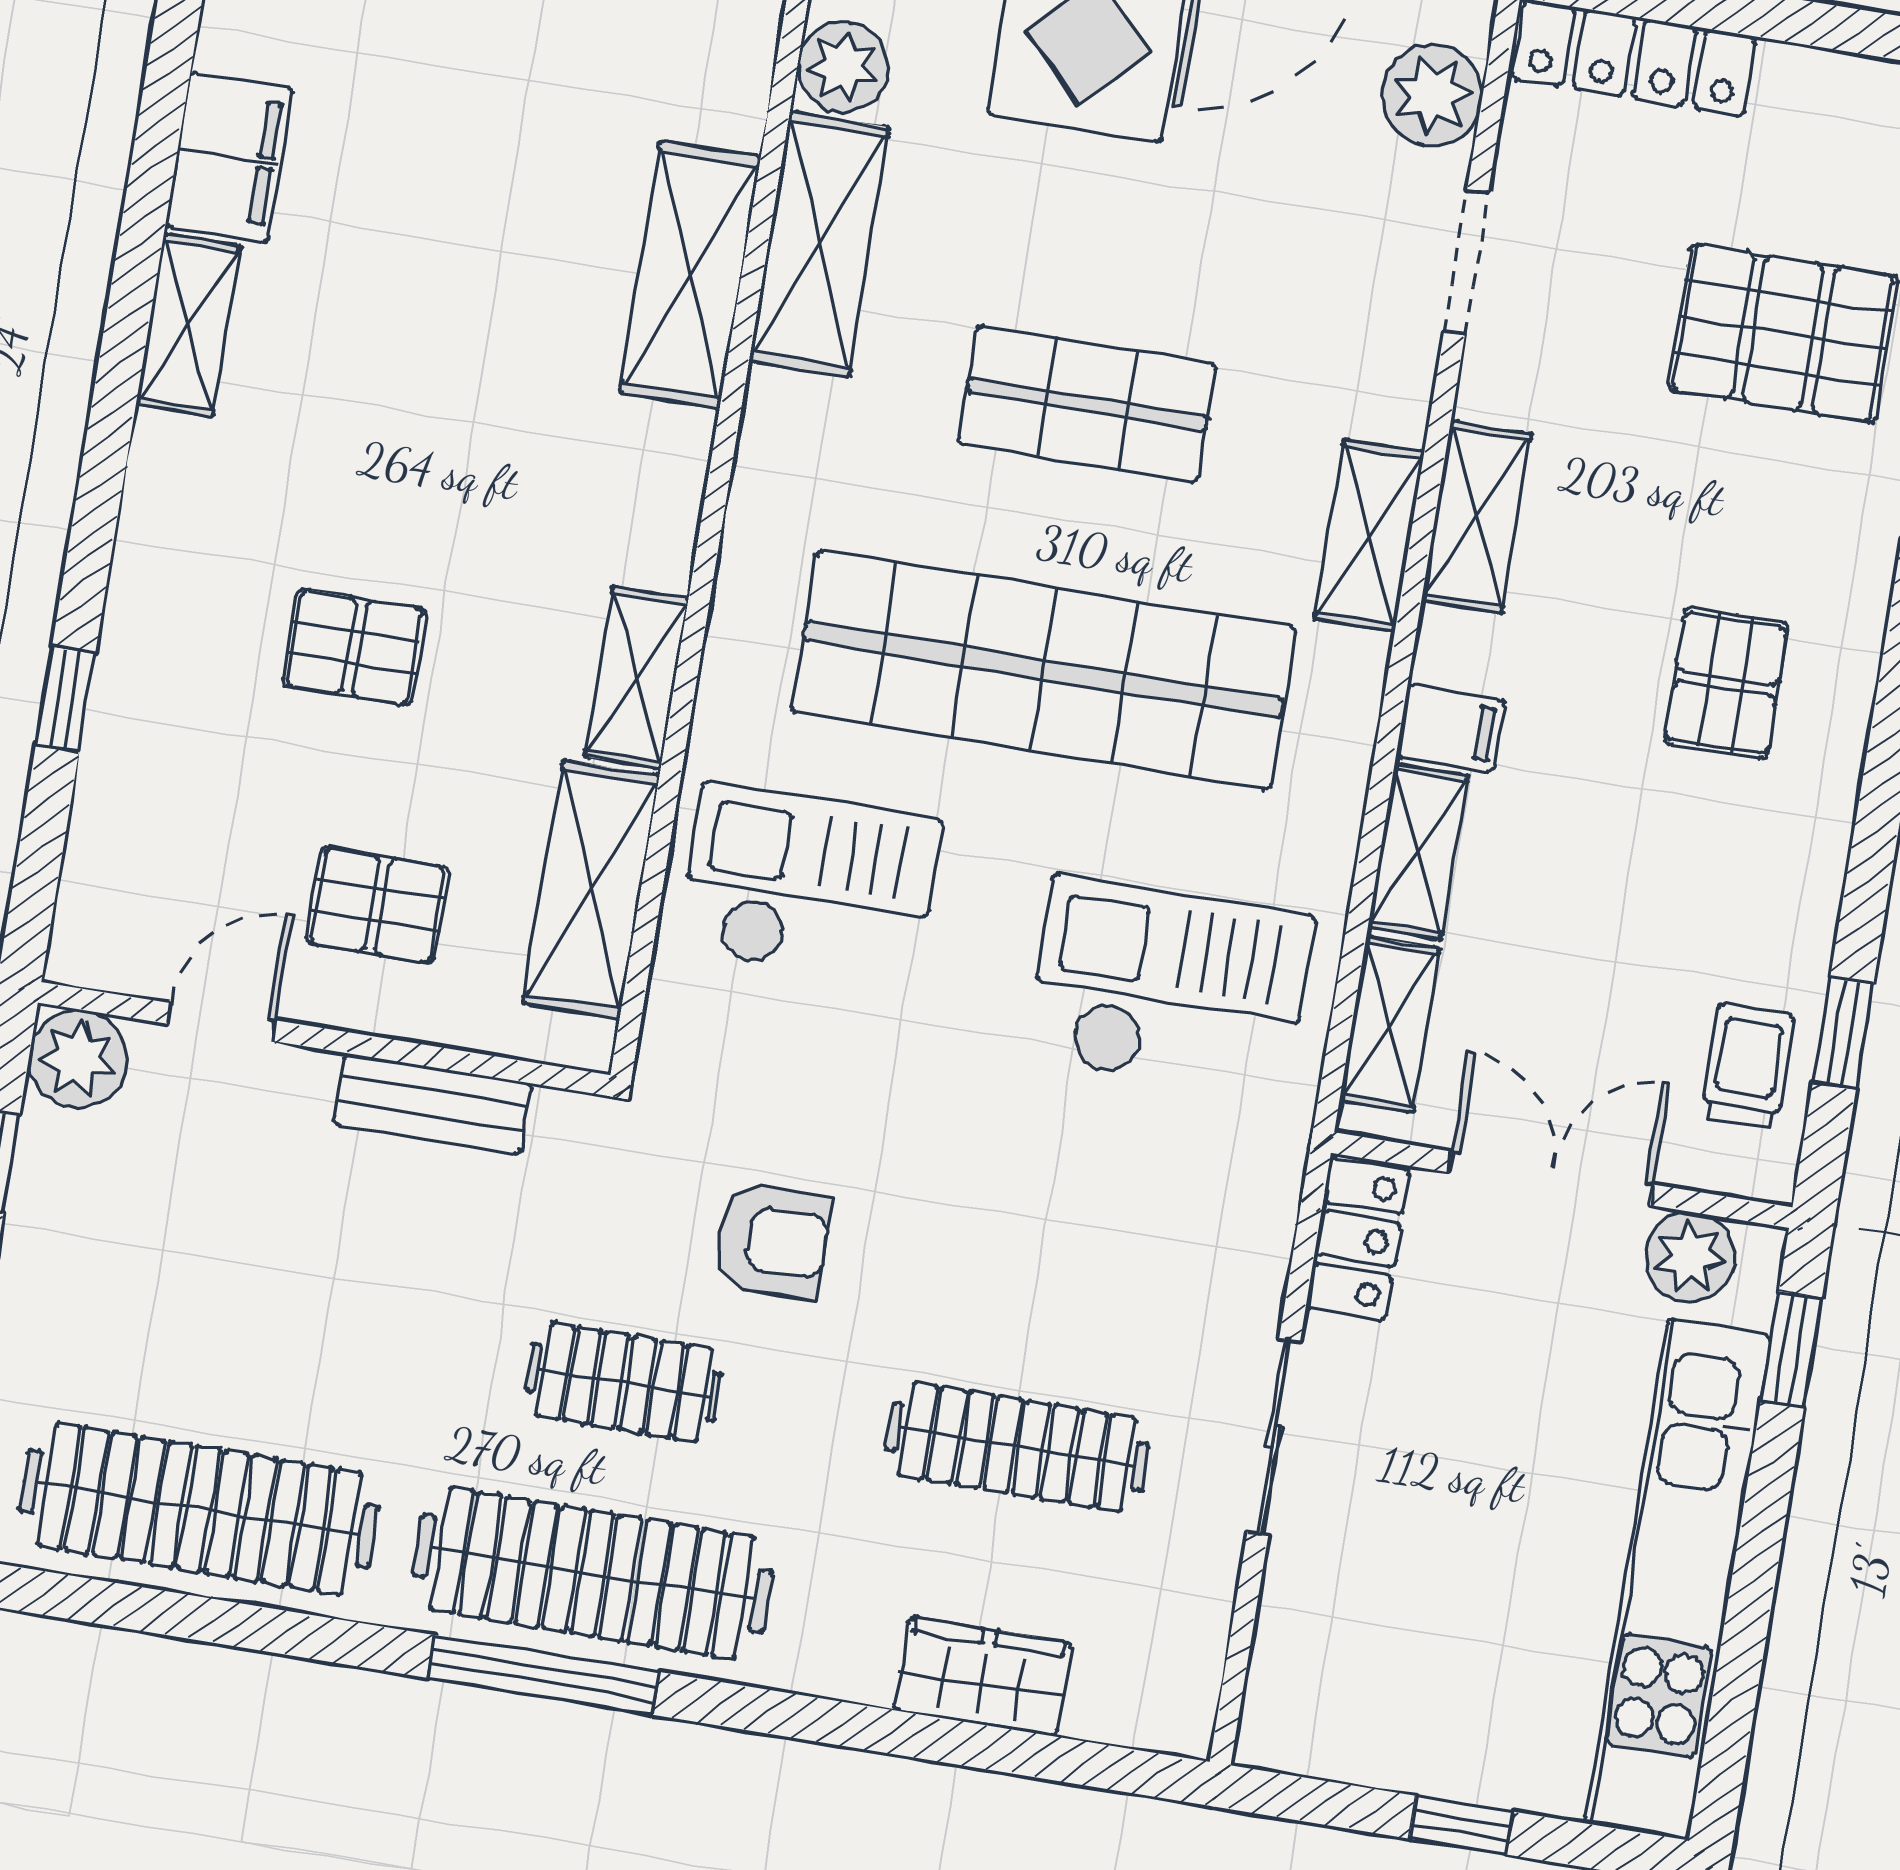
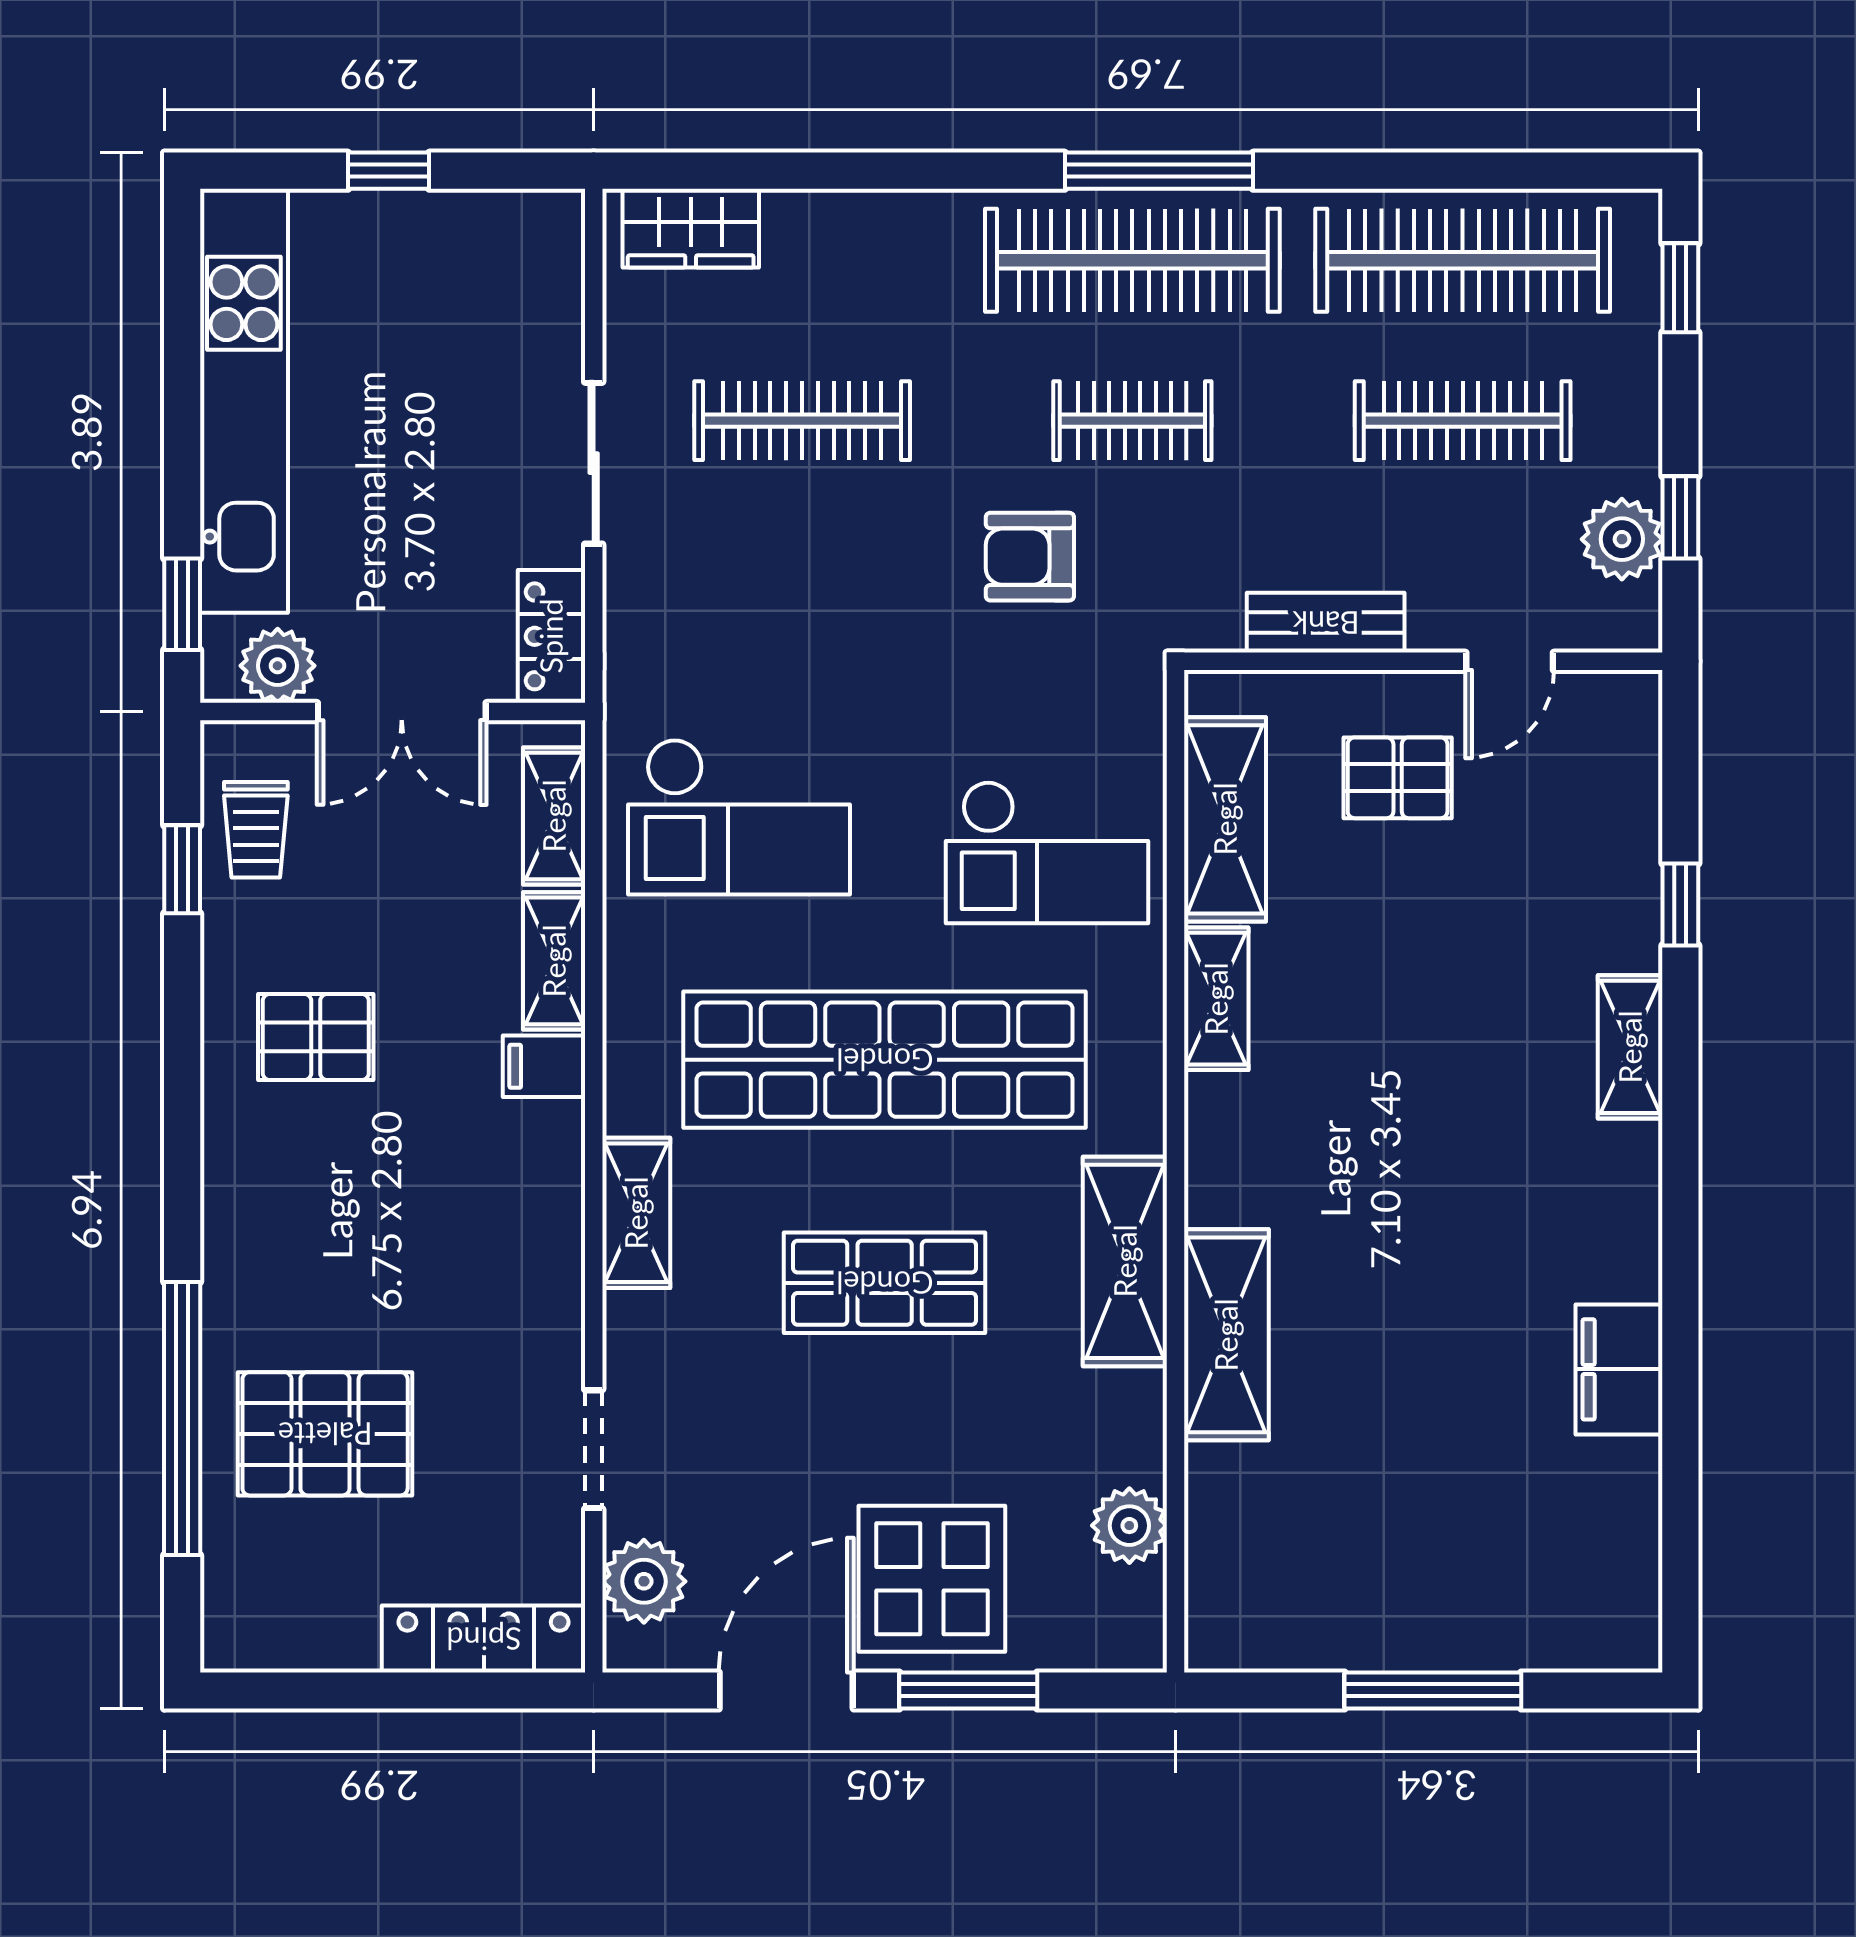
shelving: (819, 244) -> (1125, 1261), moved
shelving: (188, 325) -> (1630, 1047), moved
shelving: (1476, 517) -> (551, 1242), removed
pallet: (354, 647) -> (1451, 986), removed
pallet: (1726, 683) -> (316, 1037), moved, turned 90
plant: (78, 1059) -> (1622, 539), moved
clothes rail: (230, 1318) -> (1463, 421), added
wardrobe: (983, 1676) -> (691, 228), moved

